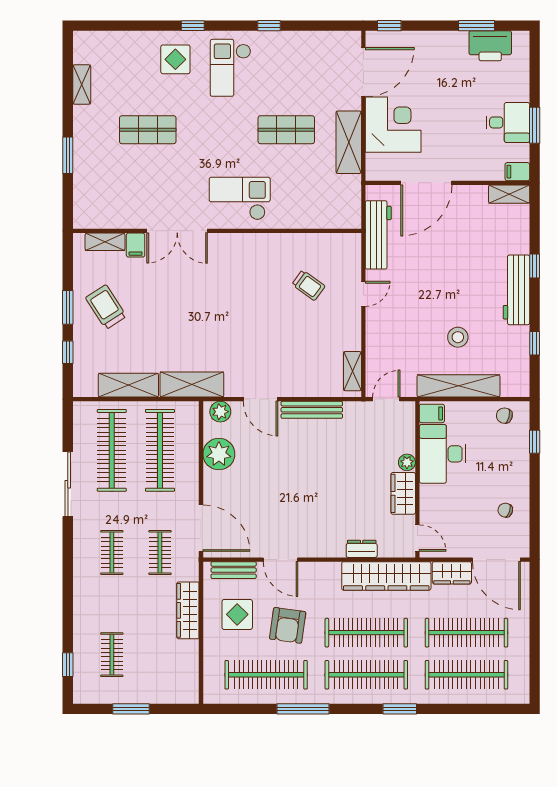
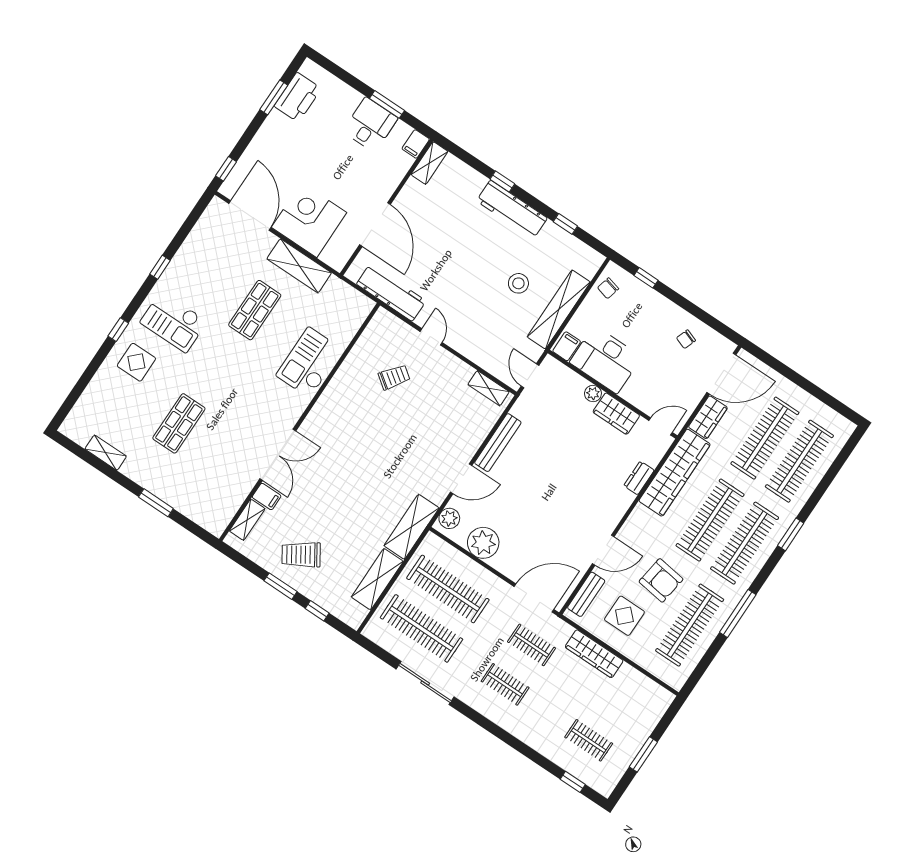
checkout: (240, 198) -> (309, 362), moved

